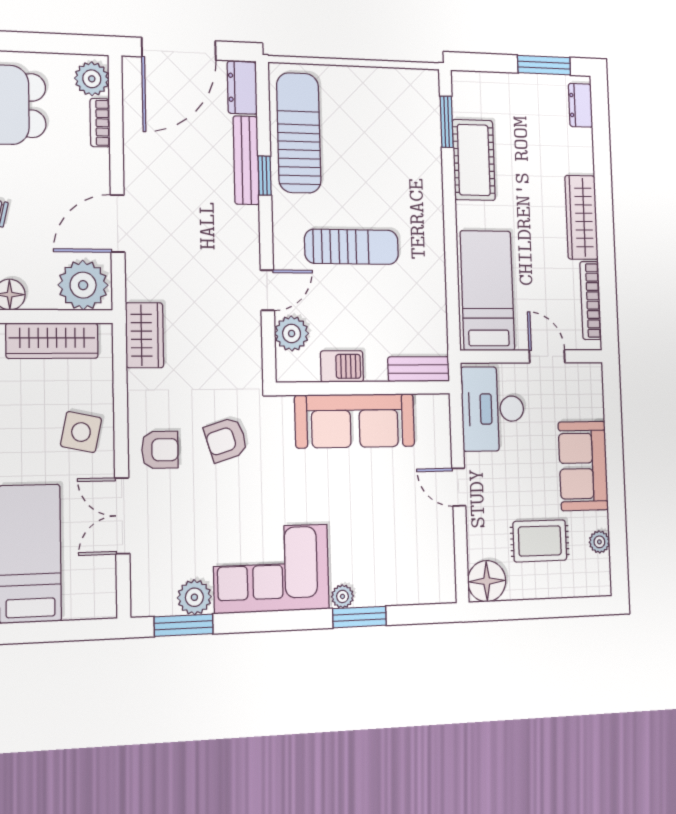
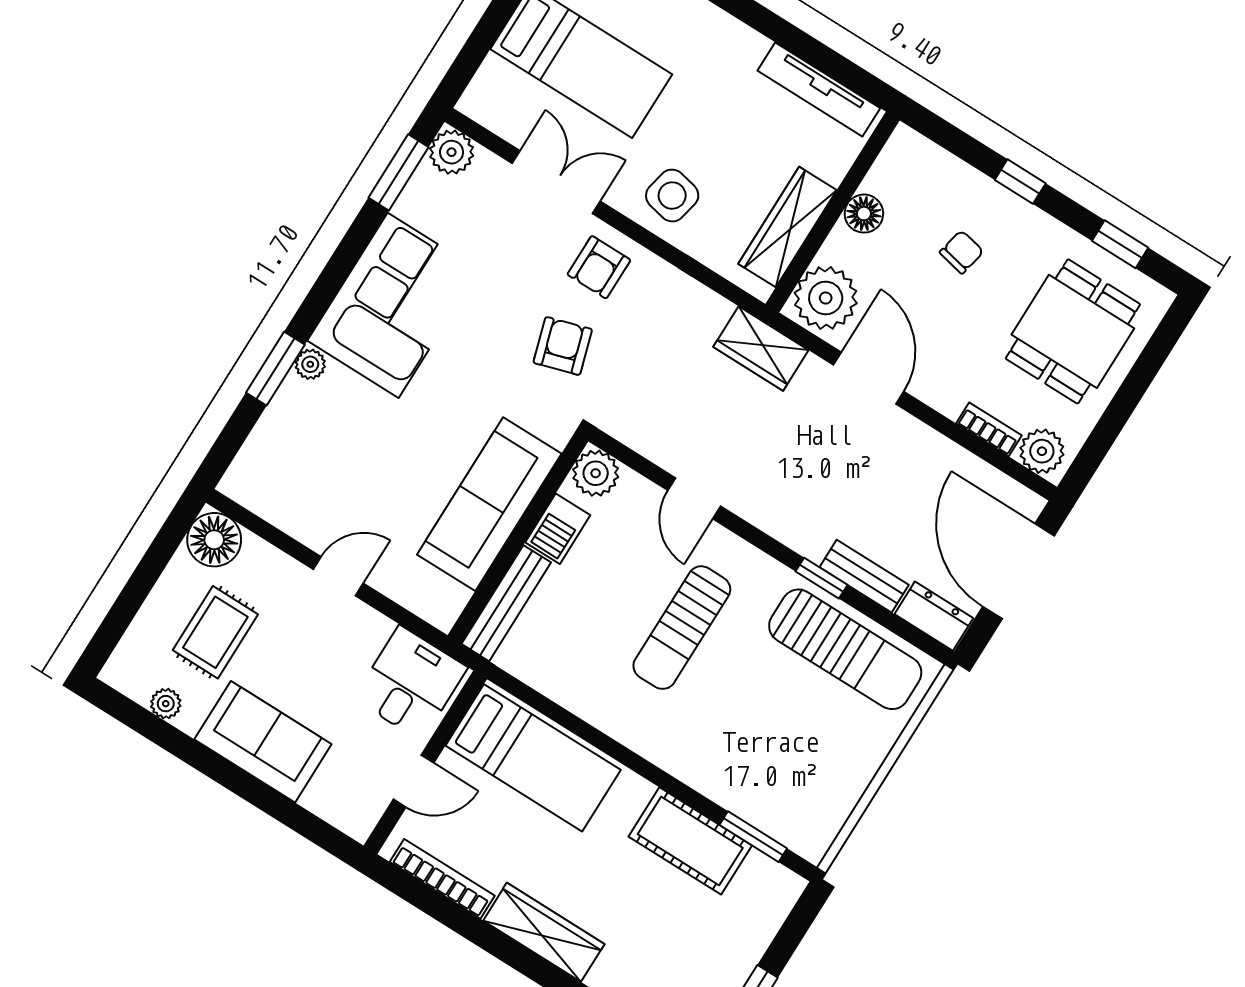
bench: (246, 160) -> (864, 576), width x0.73
plant: (292, 333) -> (596, 473), moved
wardrobe: (144, 335) -> (761, 348), moved
bench: (419, 369) -> (506, 603), width x1.36
desk: (493, 409) -> (410, 683), width x0.73
plant: (194, 597) -> (452, 152), moved

